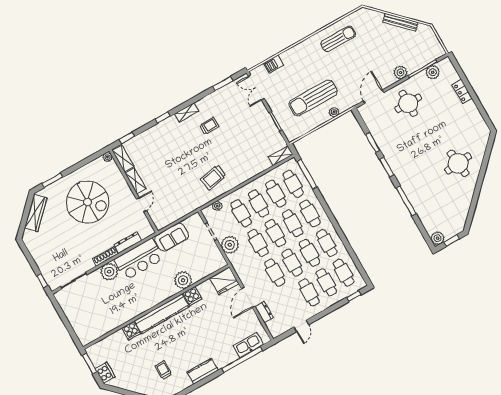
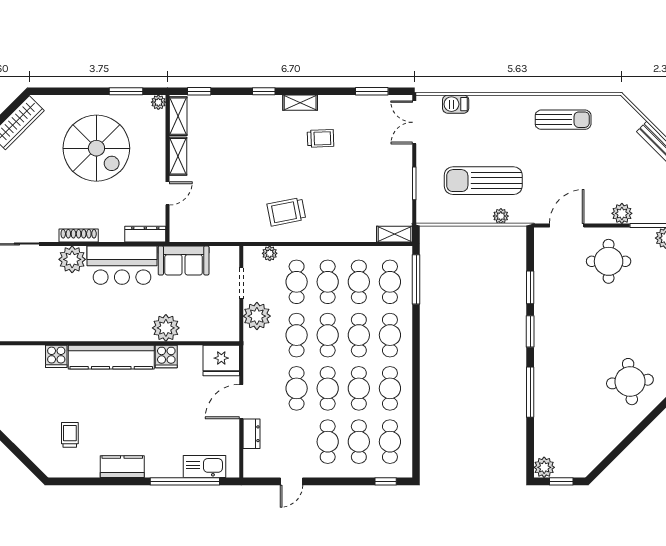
window: (52, 180) -> (126, 91), moved
dresser: (128, 243) -> (145, 234), moved

